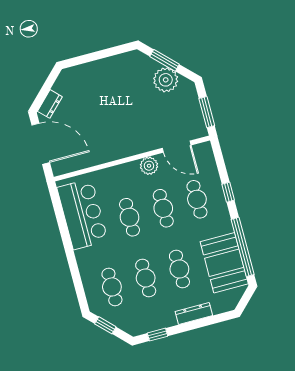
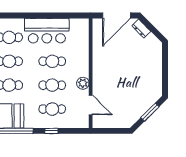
plant: (166, 80) -> (137, 109), removed
window: (207, 112) -> (108, 131), removed
door: (177, 147) -> (91, 105), swing flipped
bar counter: (82, 214) -> (47, 31), moved

